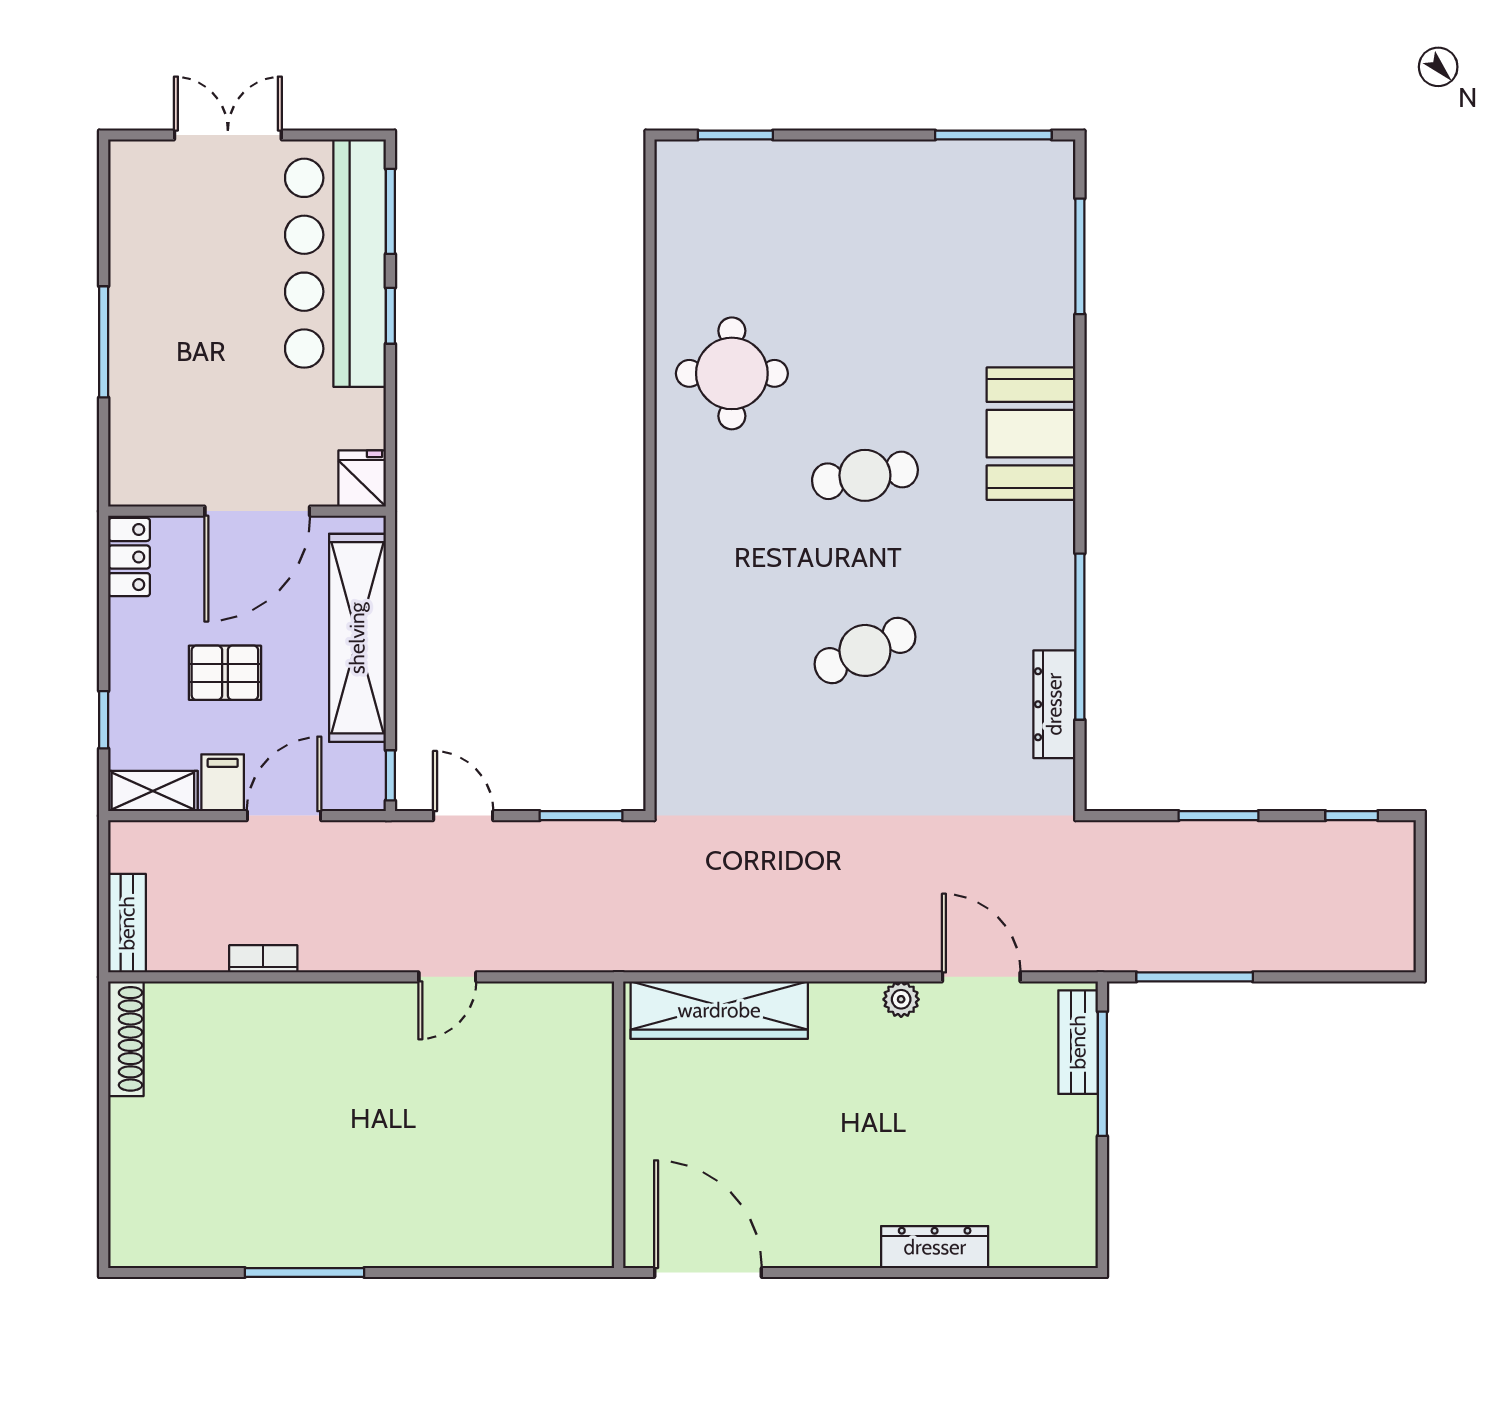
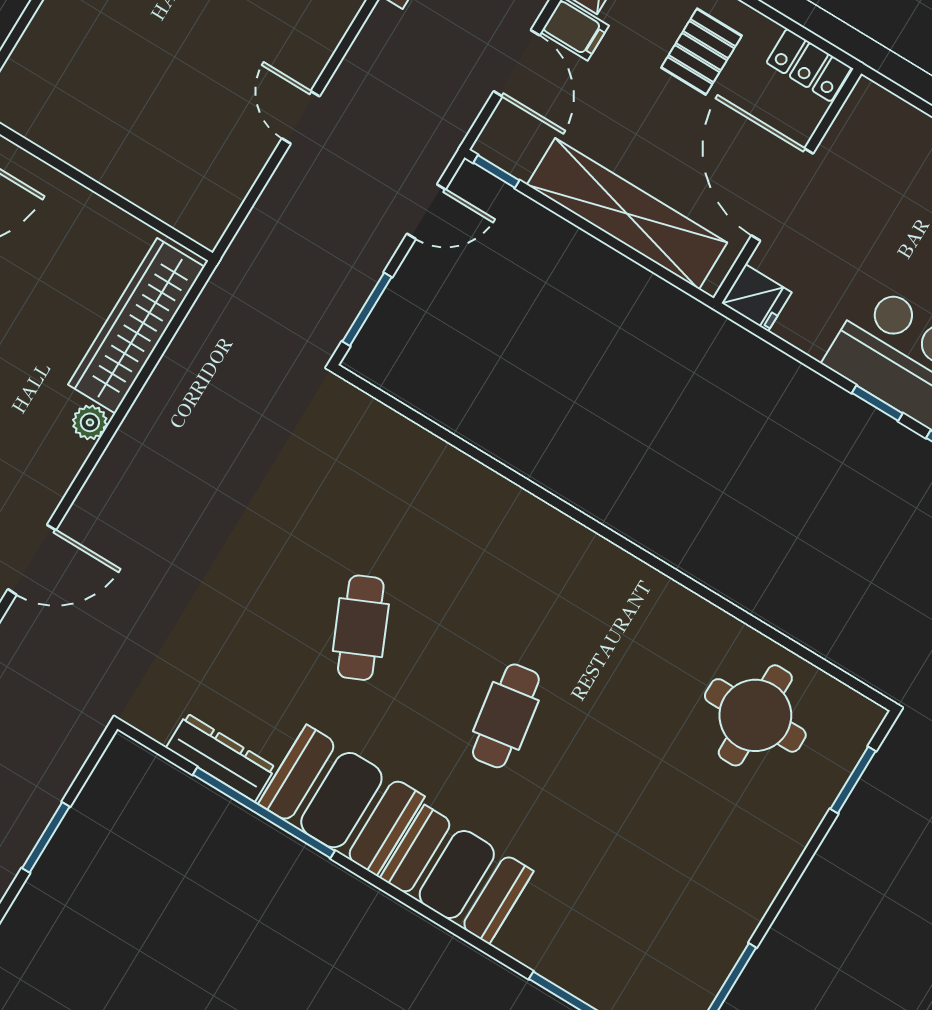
round table: (732, 373) -> (755, 715), moved
booth: (1027, 575) -> (341, 800), added
pallet: (225, 673) -> (701, 52), moved
plant: (901, 999) -> (90, 422), moved

